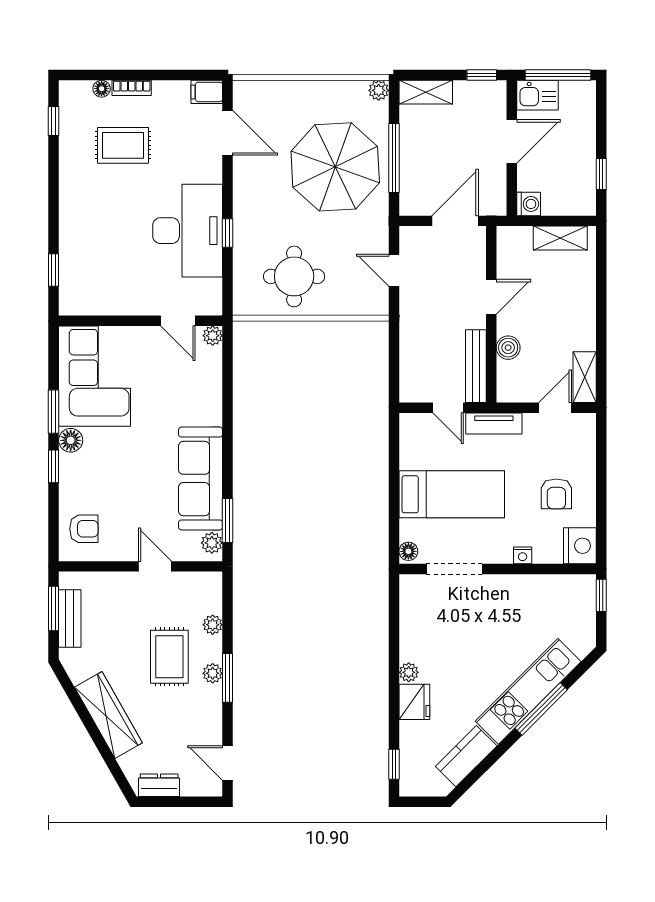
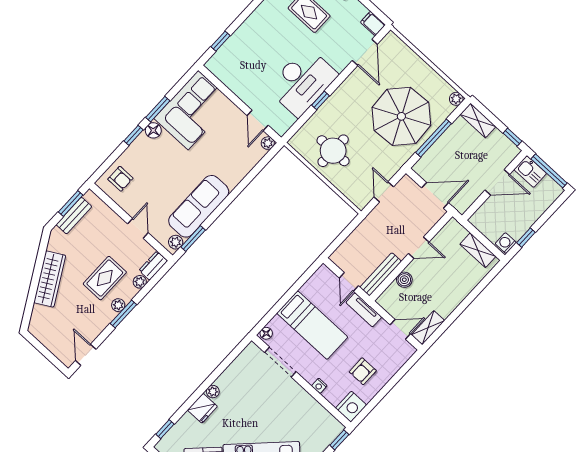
washing machine: (529, 204) -> (506, 243), moved, turned 180
dresser: (159, 785) -> (153, 266), moved, turned -90

